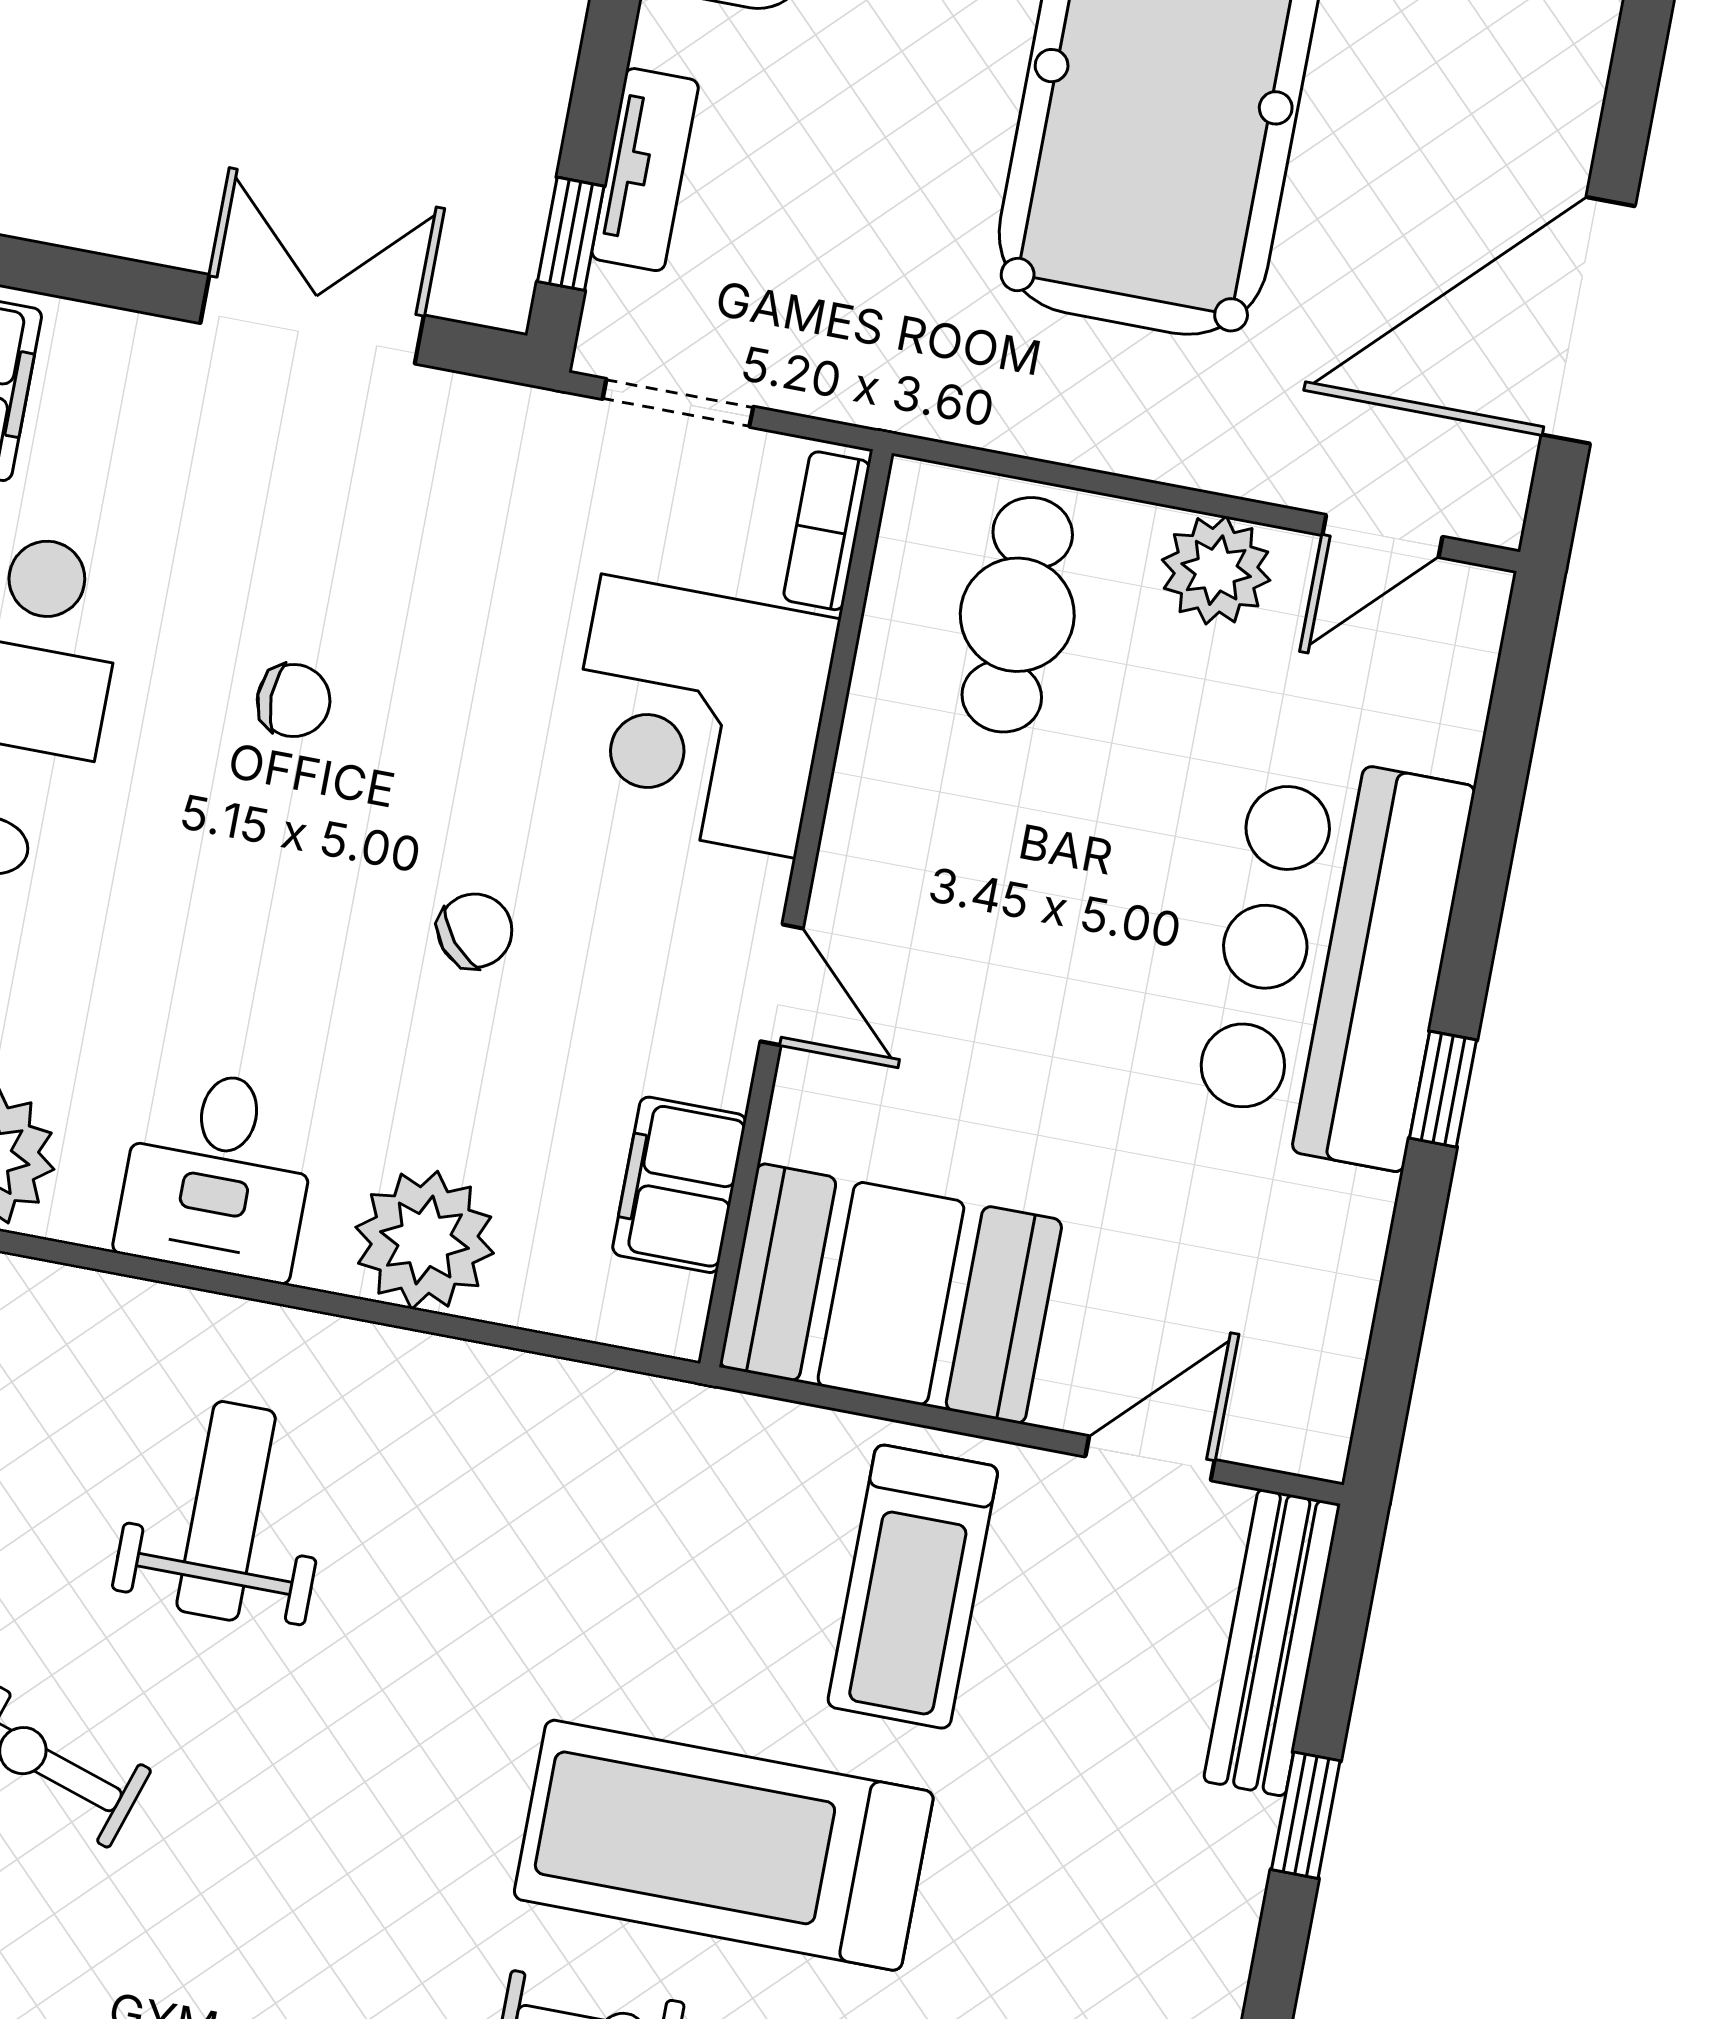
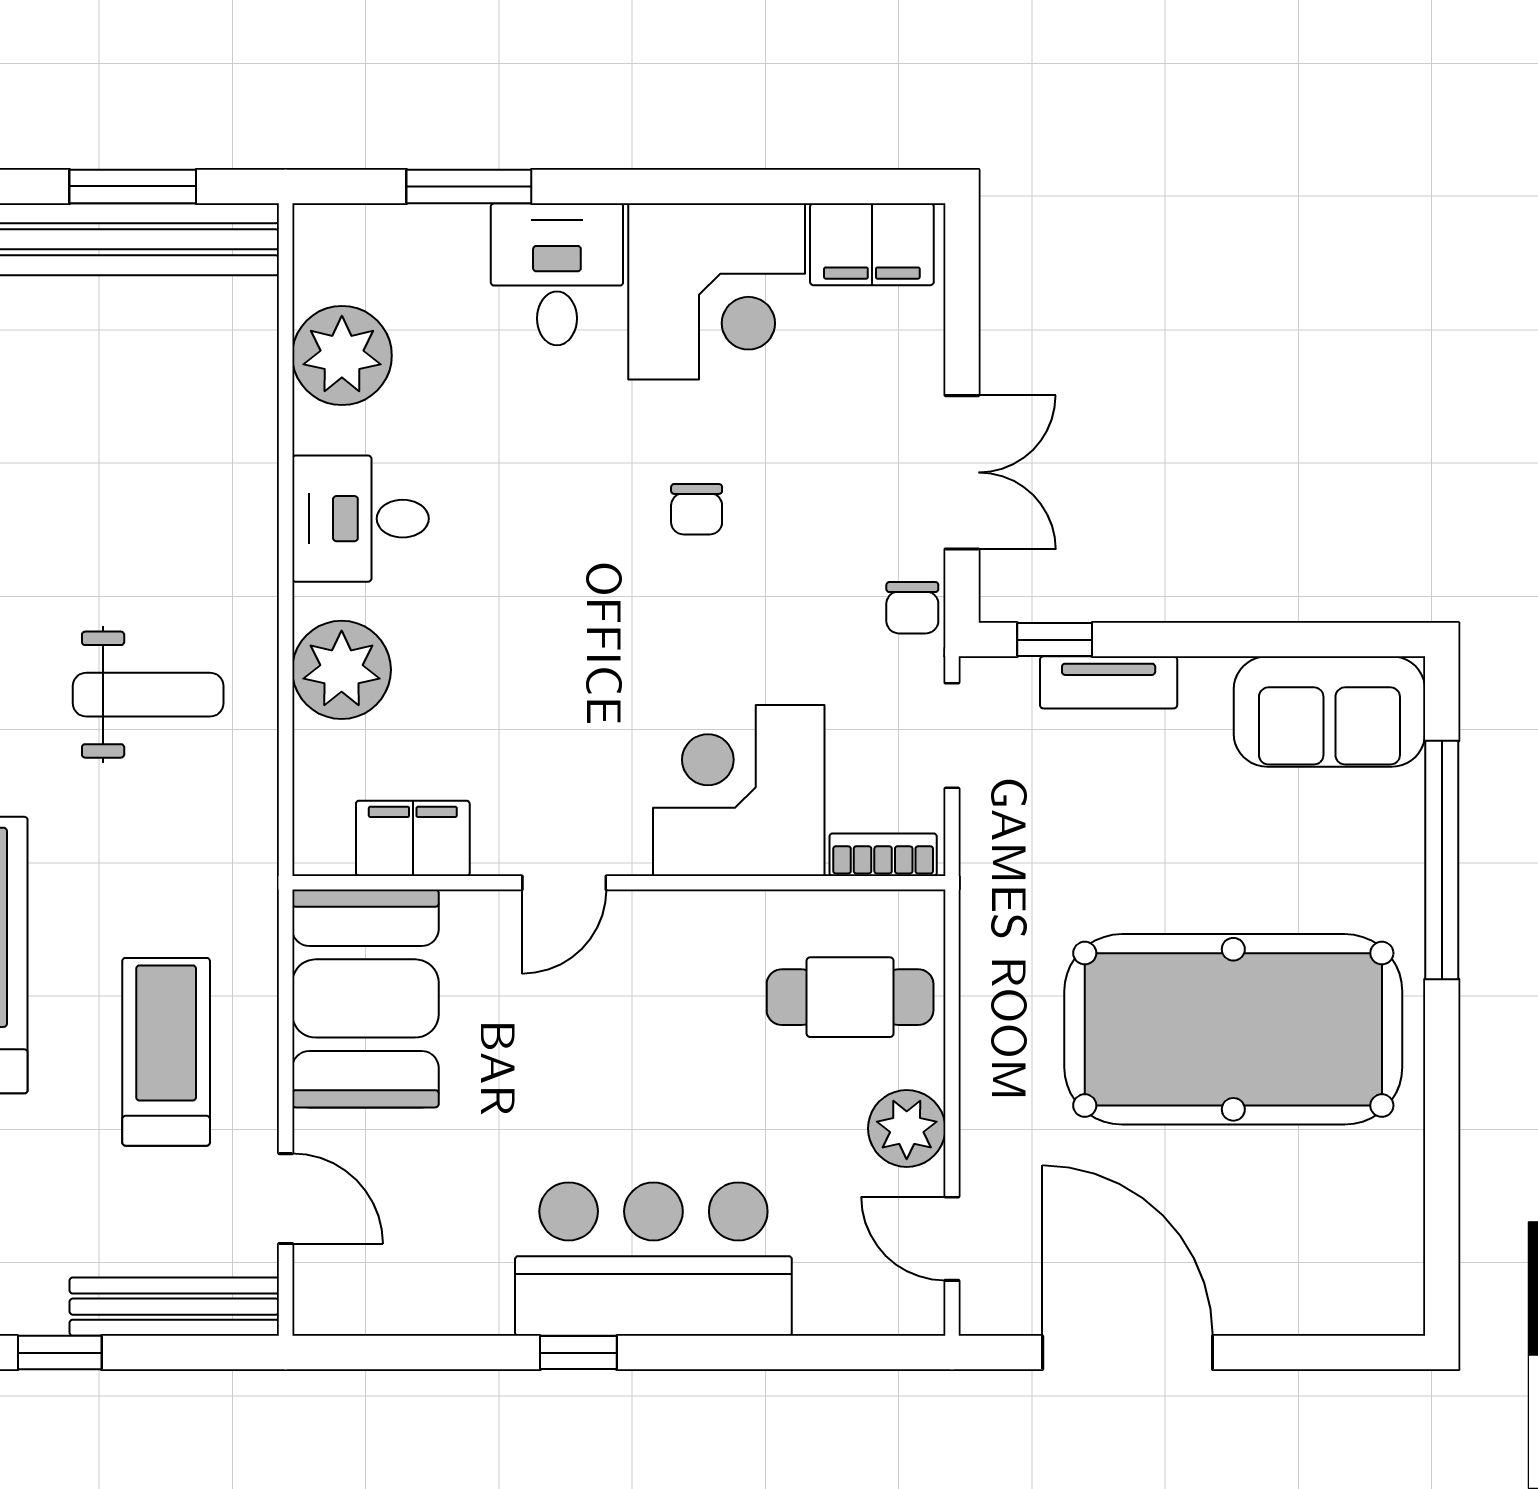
chair: (475, 931) -> (912, 608), moved, turned 40
weight bench: (226, 1511) -> (148, 695), moved
treadmill: (913, 1587) -> (166, 1052), turned 90

